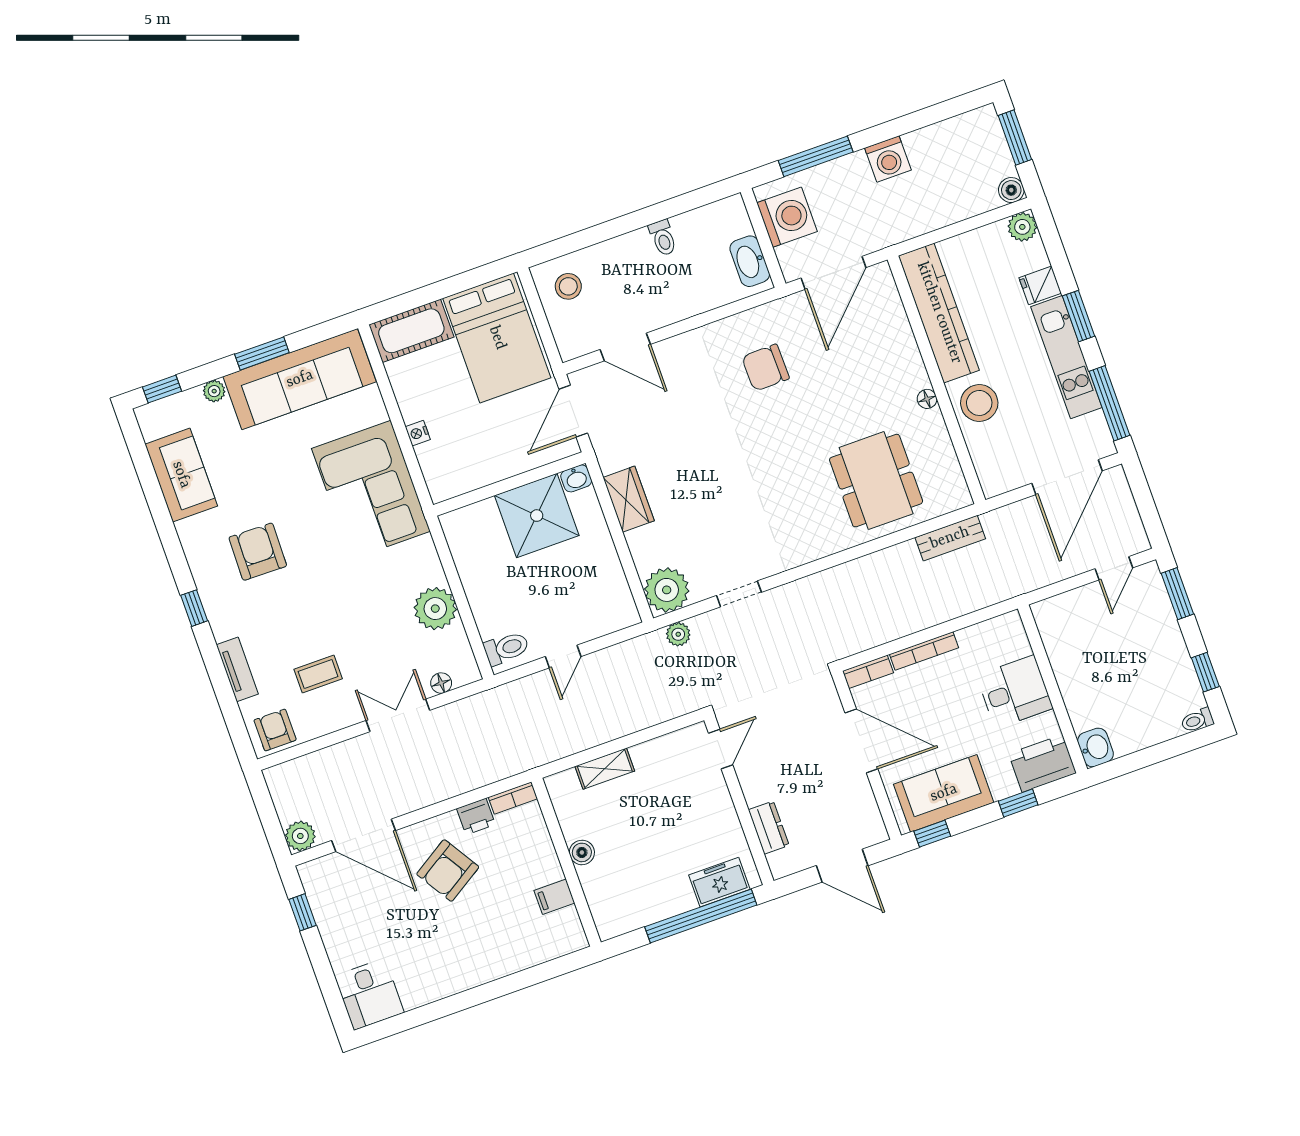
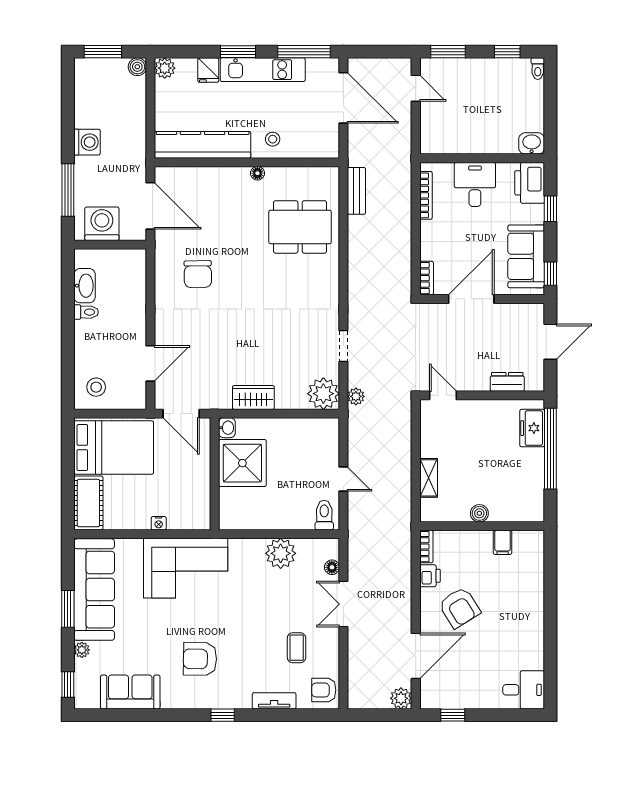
washbasin: (750, 261) -> (85, 286), moved, turned -90
stool: (979, 403) -> (273, 139), width x0.53, depth x0.53
bookcase: (924, 651) -> (426, 195), moved

